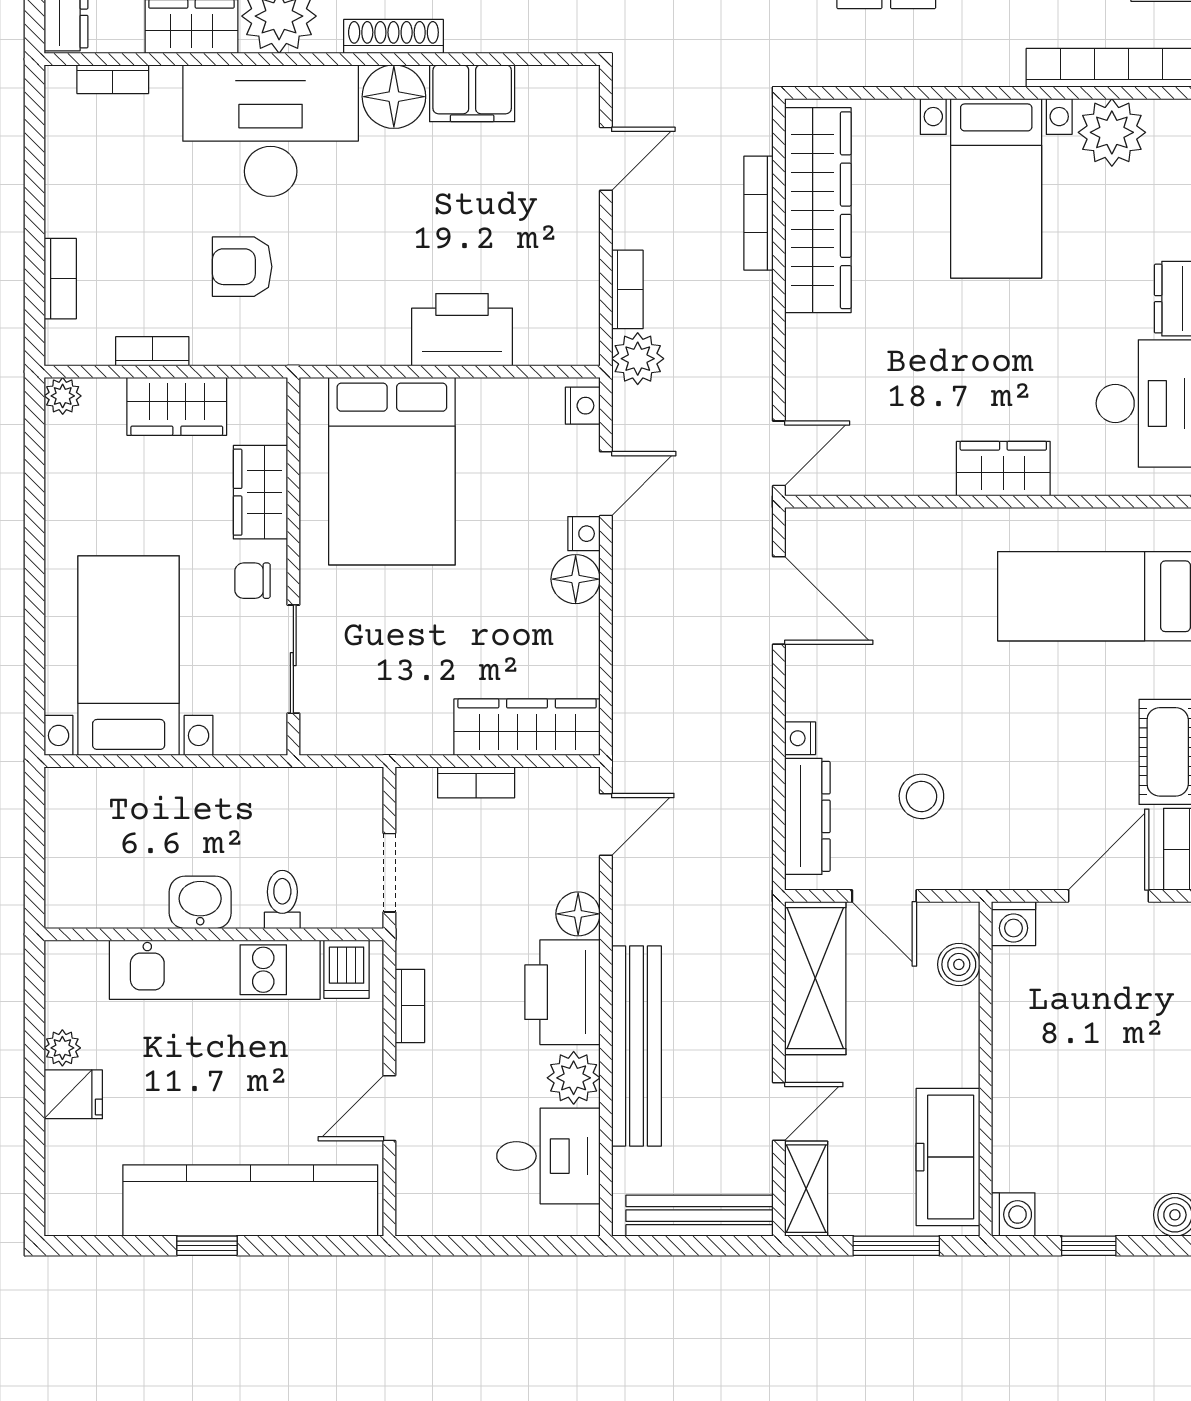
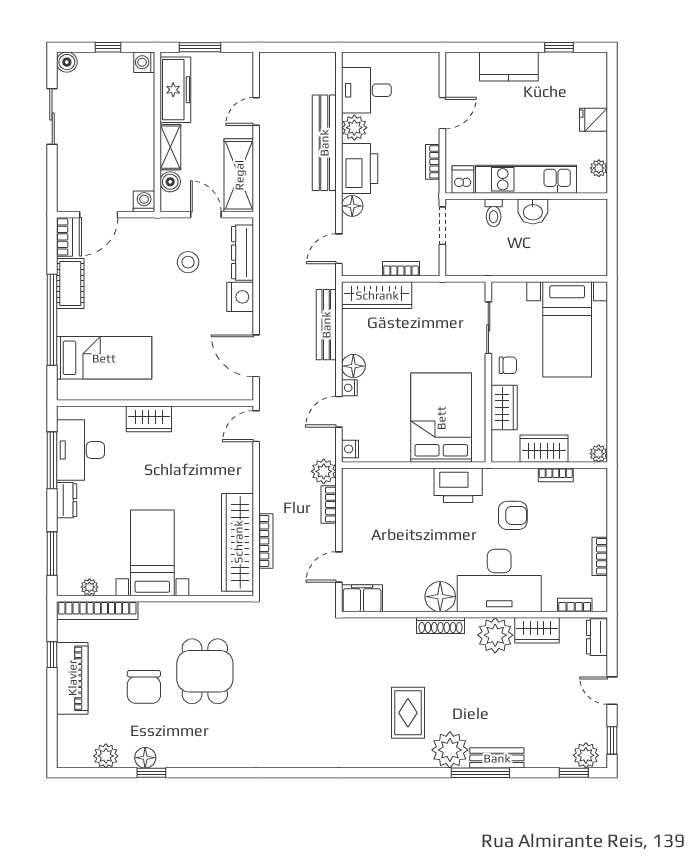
filing cabinet: (472, 93) -> (362, 598), moved
plant: (1112, 132) -> (89, 587), width x0.53, depth x0.53
bookcase: (60, 279) -> (600, 556), moved
printer: (462, 330) -> (458, 485), moved
nightstand: (800, 738) -> (240, 297), width x1.89, depth x1.79
plant: (62, 1048) -> (599, 168), moved
shelving: (806, 1189) -> (170, 147), moved
kitchen counter: (250, 1201) -> (509, 66), width x0.48, depth x0.86
bench: (700, 1216) -> (326, 325), moved, turned 90
window: (207, 1246) -> (559, 47), moved

